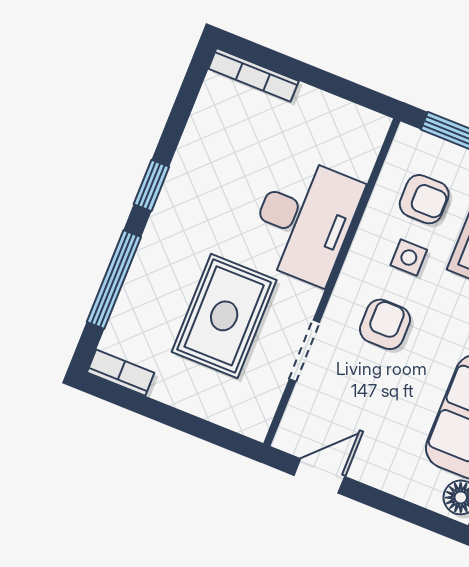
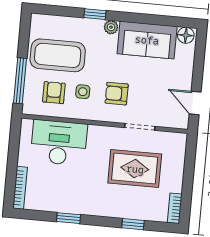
window: (151, 185) -> (68, 218), moved
desk: (305, 220) -> (59, 143), moved
window: (114, 280) -> (133, 224), width x0.46

